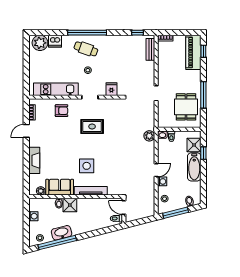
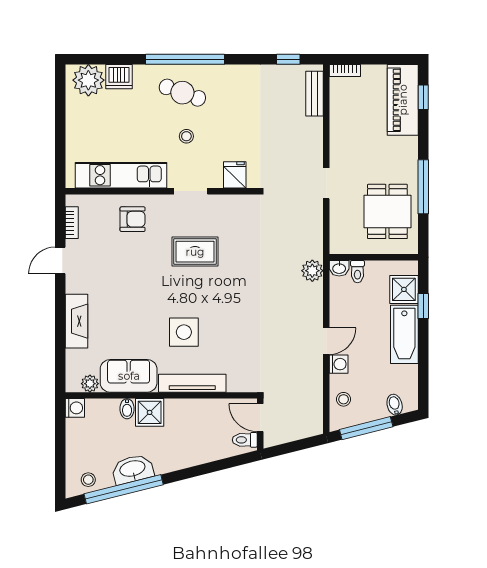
washing machine: (33, 216) -> (75, 408), moved

